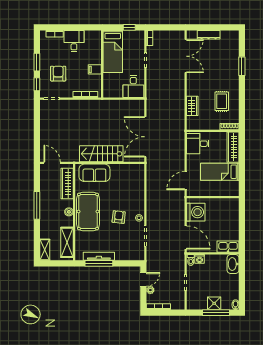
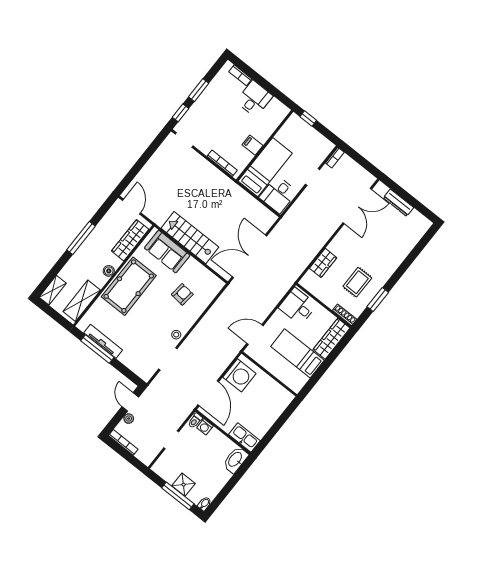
window: (129, 27) -> (308, 118), moved
bed: (113, 51) -> (265, 167), moved, turned 180
window: (242, 66) -> (378, 299), moved
armchair: (58, 74) -> (211, 119), removed
armchair: (119, 217) -> (182, 294), moved
door: (143, 279) -> (130, 402), swing flipped

